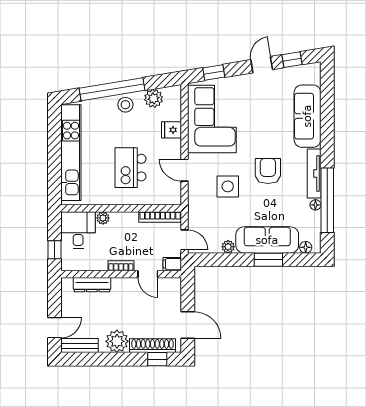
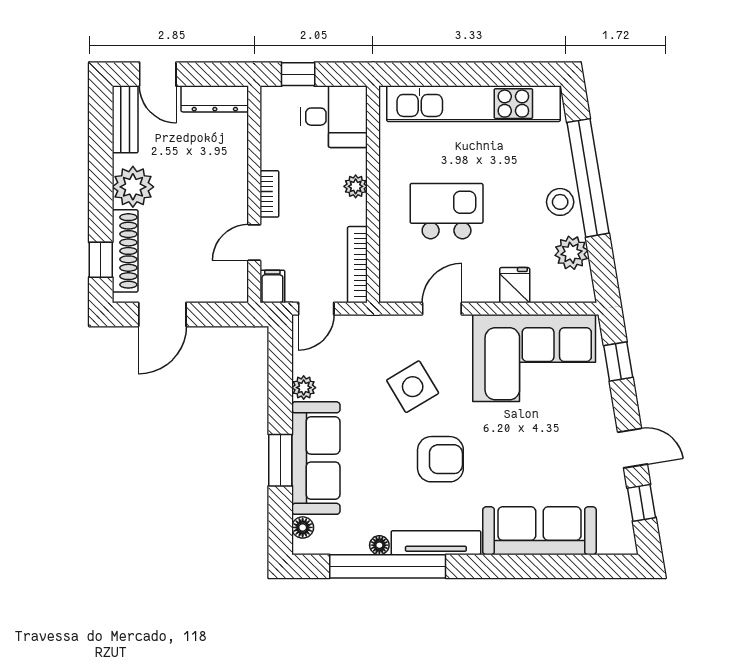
side table: (228, 186) -> (413, 387), turned -31
plant: (103, 218) -> (356, 186), moved
dresser: (92, 285) -> (215, 99), moved, turned -90

